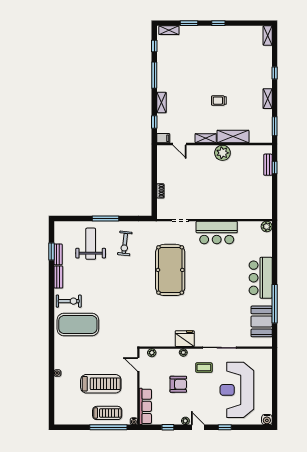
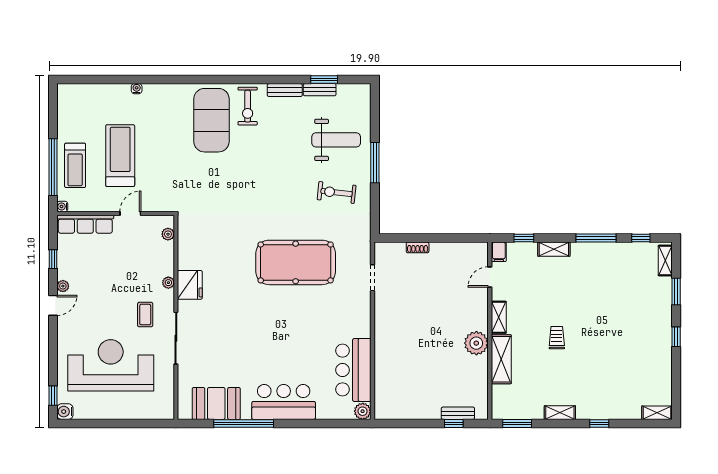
bar counter: (217, 232) -> (353, 370), moved
door: (138, 364) -> (130, 213), moved
treadmill: (101, 384) -> (120, 156), turned 180
armchair: (178, 384) -> (119, 275), removed
window: (225, 427) -> (53, 396), moved

